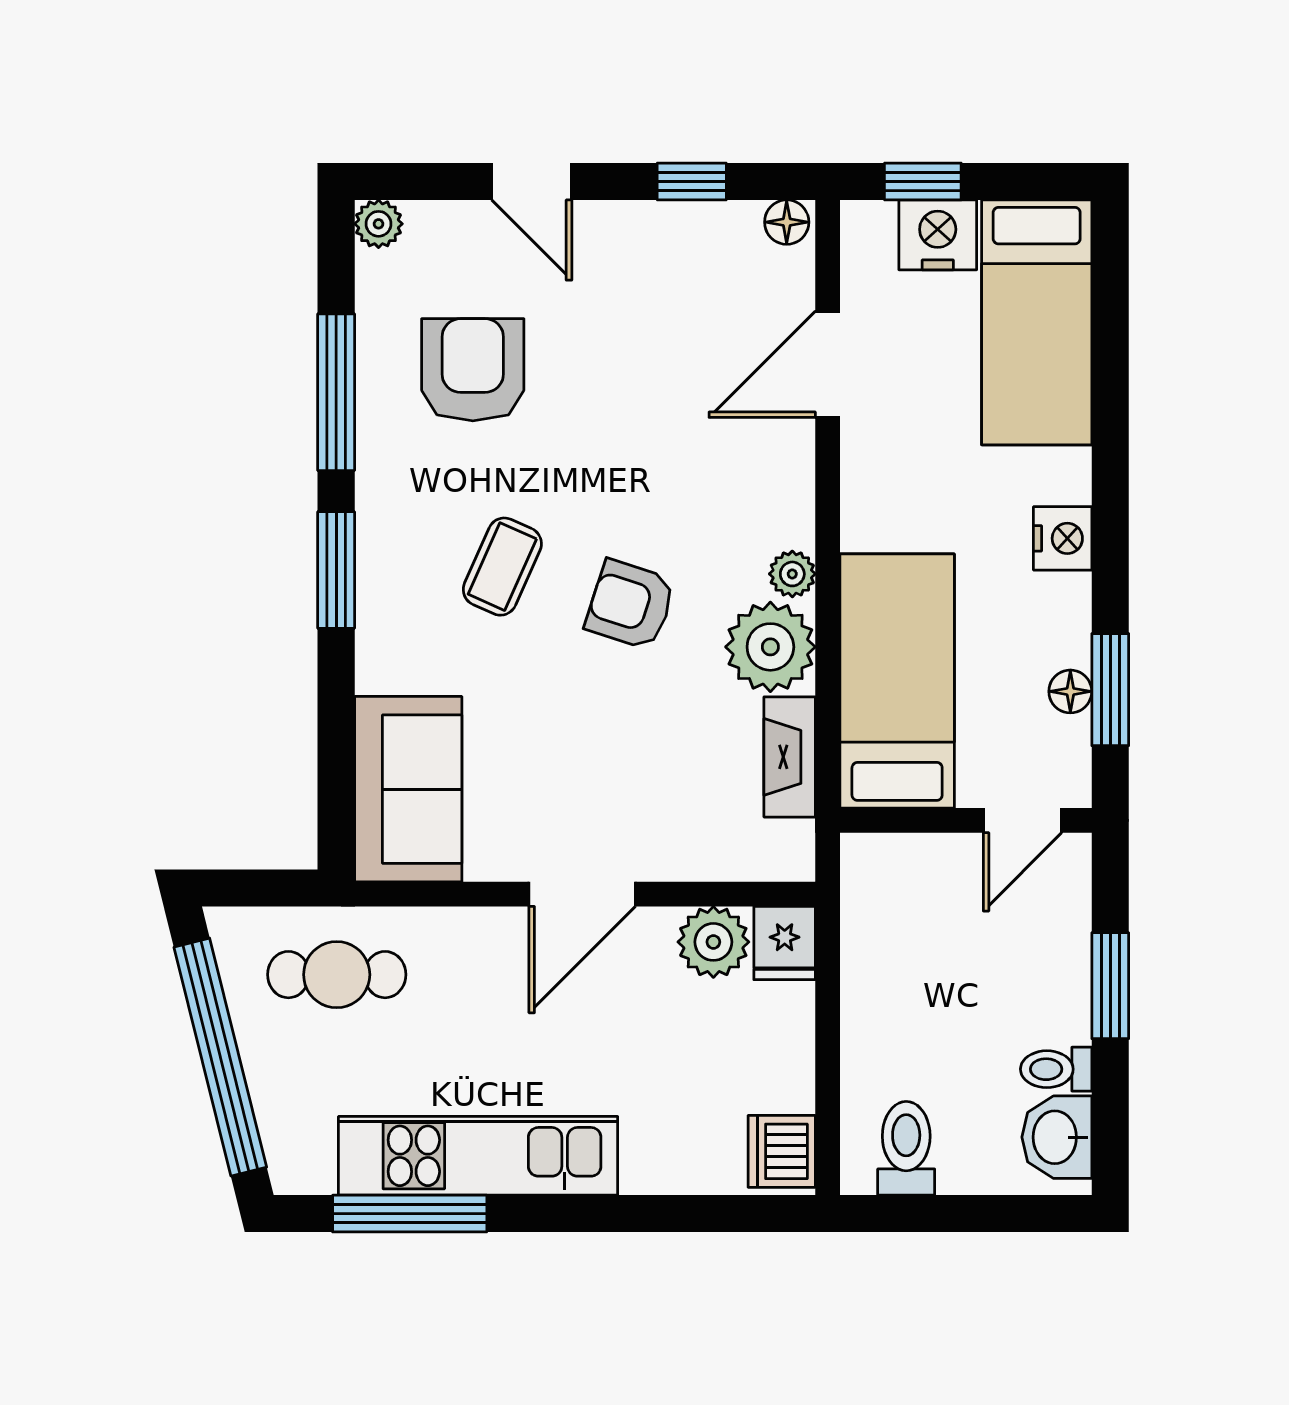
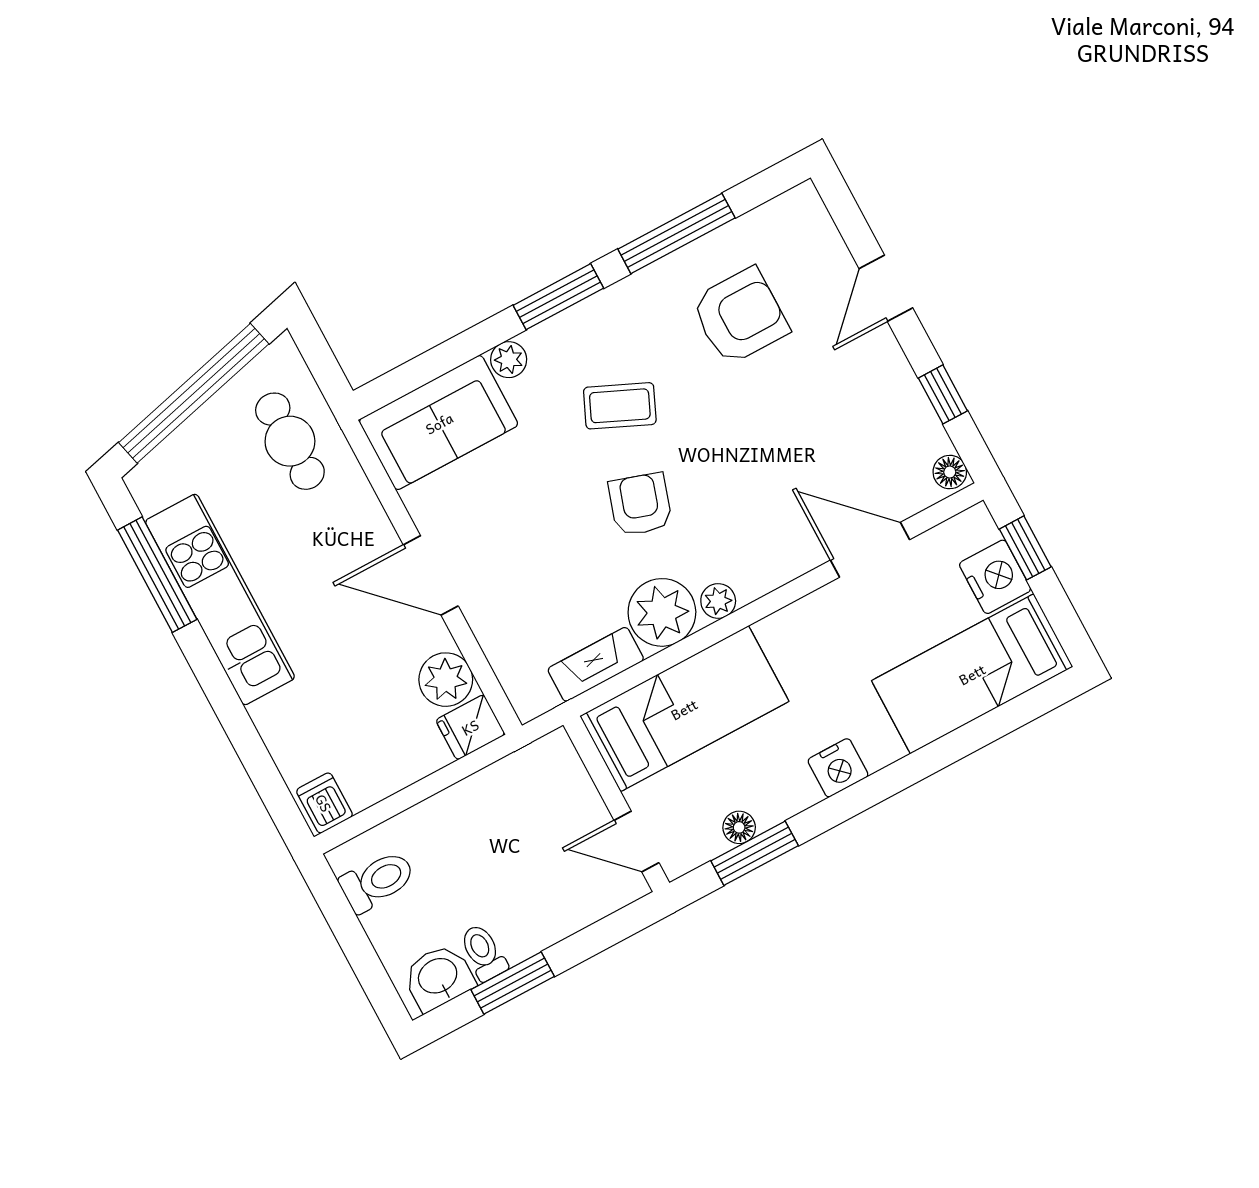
plant: (379, 224) -> (509, 360), moved
window: (1110, 986) -> (513, 983), moved
dishwasher: (782, 1151) -> (324, 803), width x0.73

